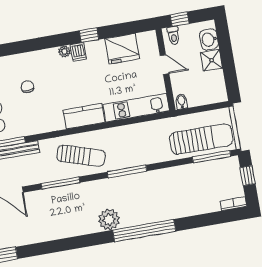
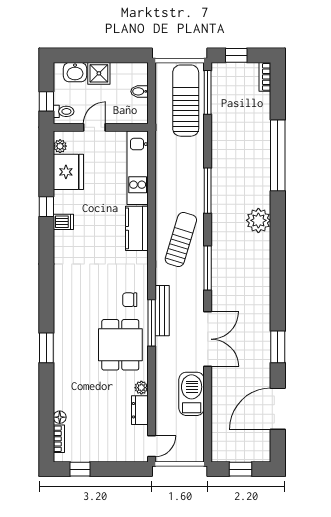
plant: (64, 51) -> (60, 146), moved
chair: (27, 87) -> (130, 300), moved
bidet: (181, 101) -> (139, 91), moved
window: (144, 231) -> (278, 155), moved

